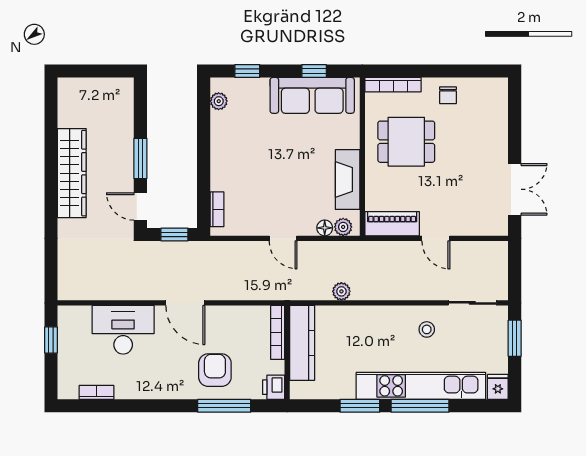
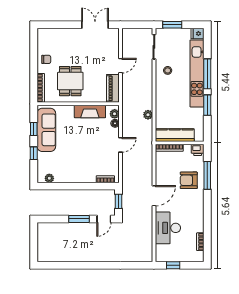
window: (247, 71) -> (34, 153), moved
wardrobe: (72, 173) -> (87, 254), removed

